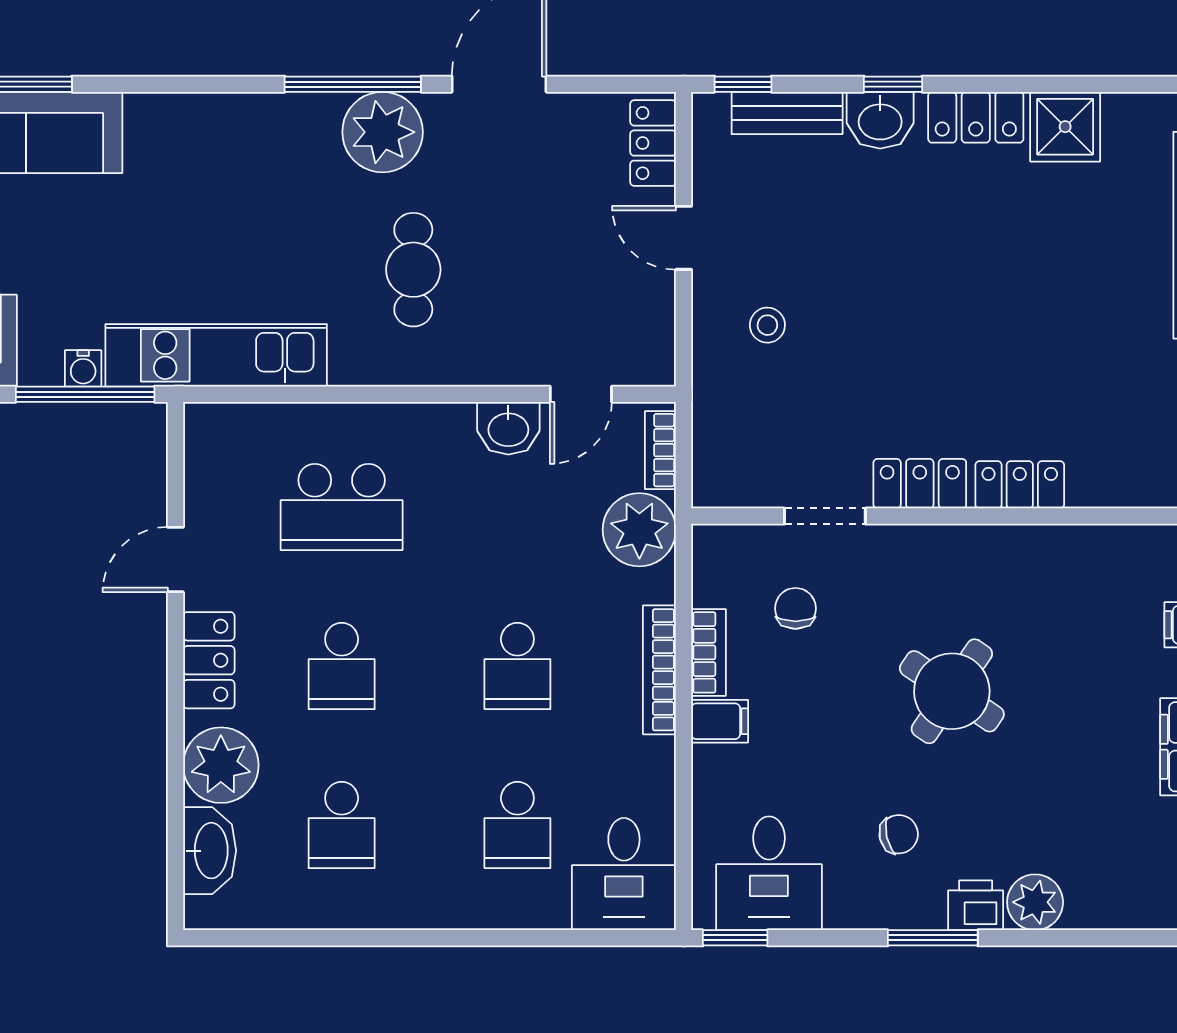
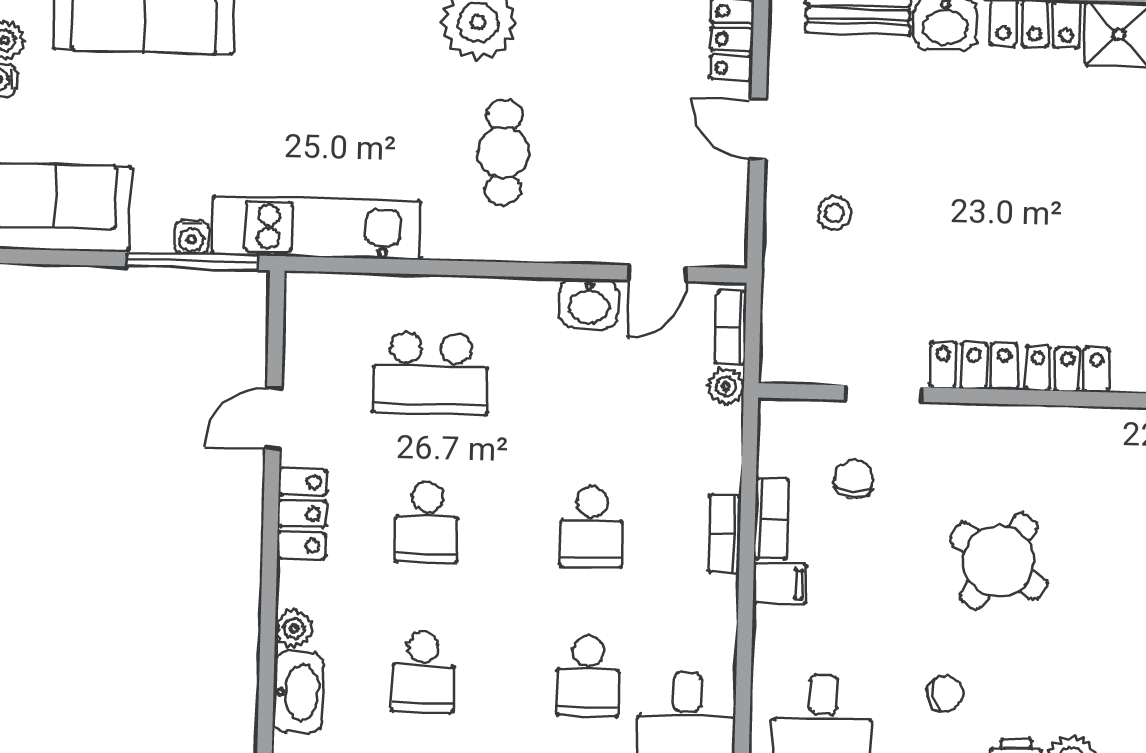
plant: (639, 530) -> (726, 386), width x0.53, depth x0.53
bookcase: (659, 670) -> (725, 534), width x0.64
plant: (221, 765) -> (294, 629), width x0.53, depth x0.53

